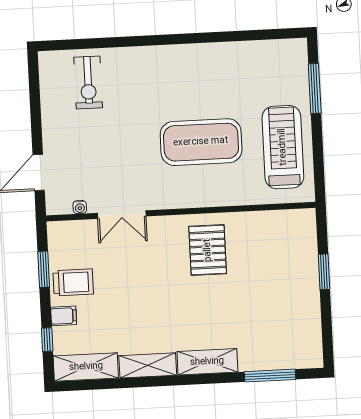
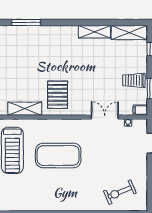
exercise bike: (88, 83) -> (120, 192), turned -113
filing cabinet: (64, 316) -> (140, 110), moved
shelving: (207, 362) -> (25, 109), moved

